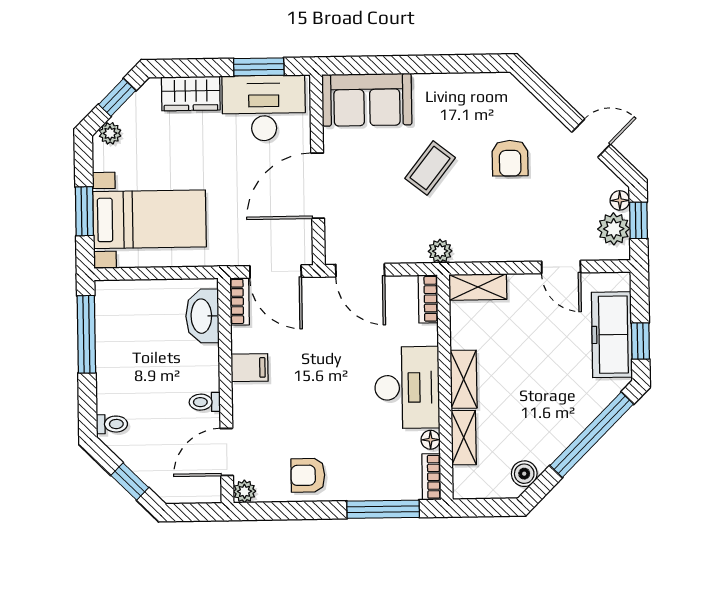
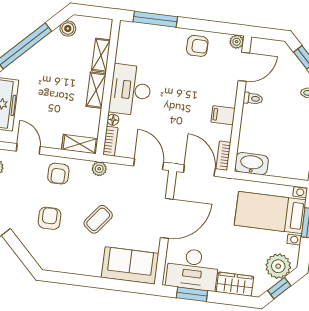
plant: (110, 133) -> (278, 266), width x1.87, depth x1.87
armchair: (506, 234) -> (58, 174), added
washbasin: (202, 316) -> (252, 164), moved, turned -90
floor lamp: (431, 440) -> (113, 120), moved
bookcase: (431, 477) -> (124, 35), removed

